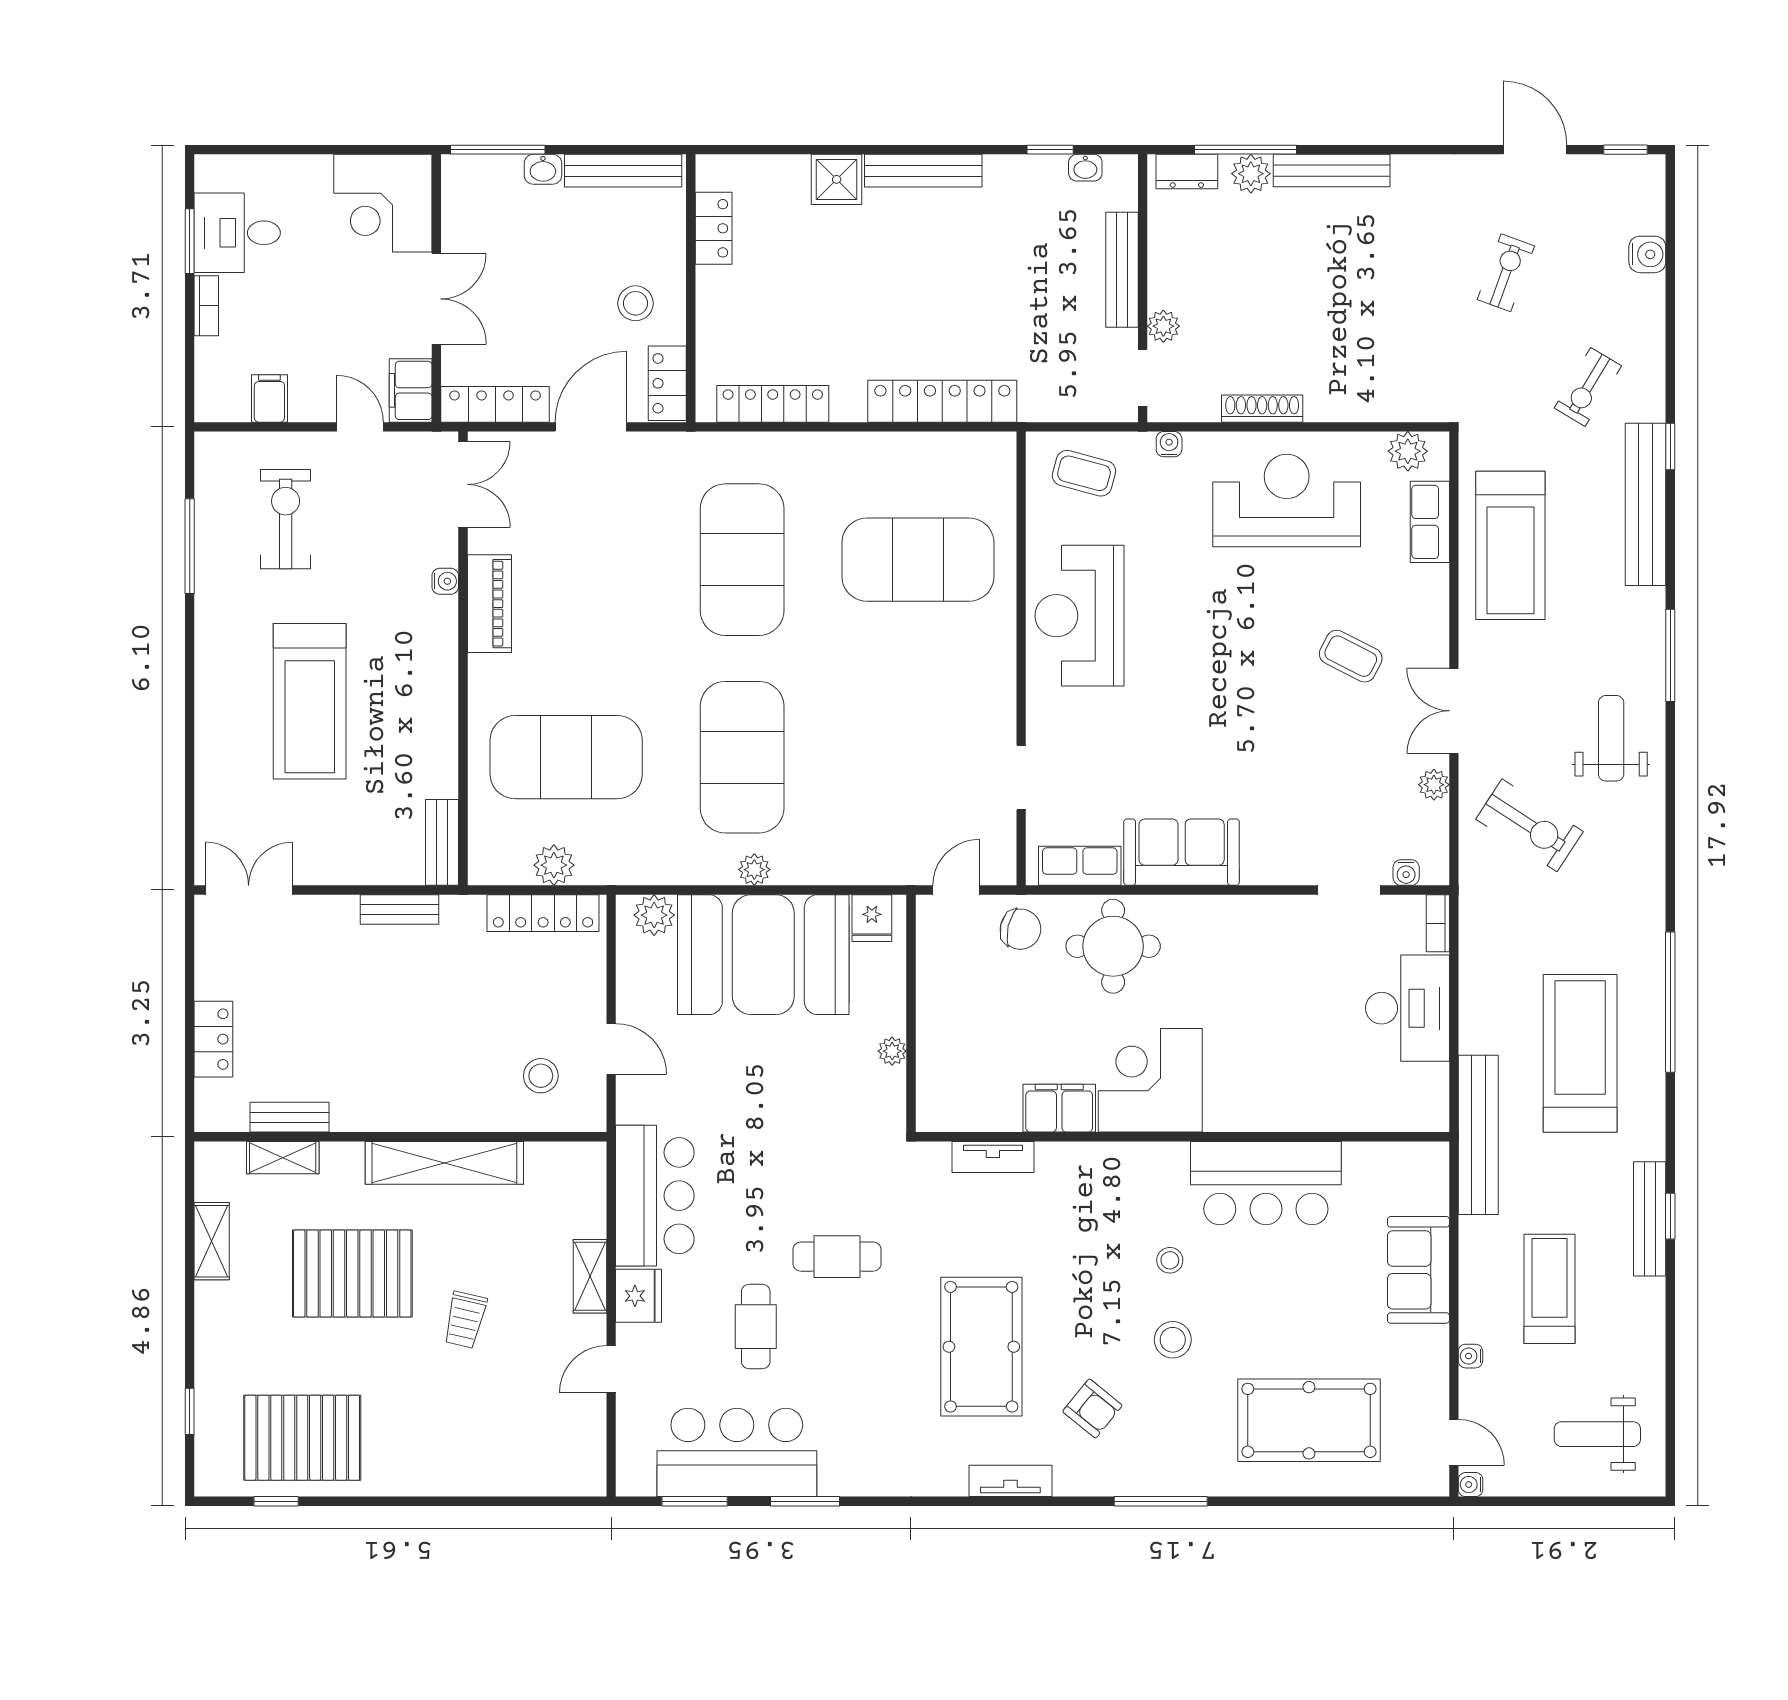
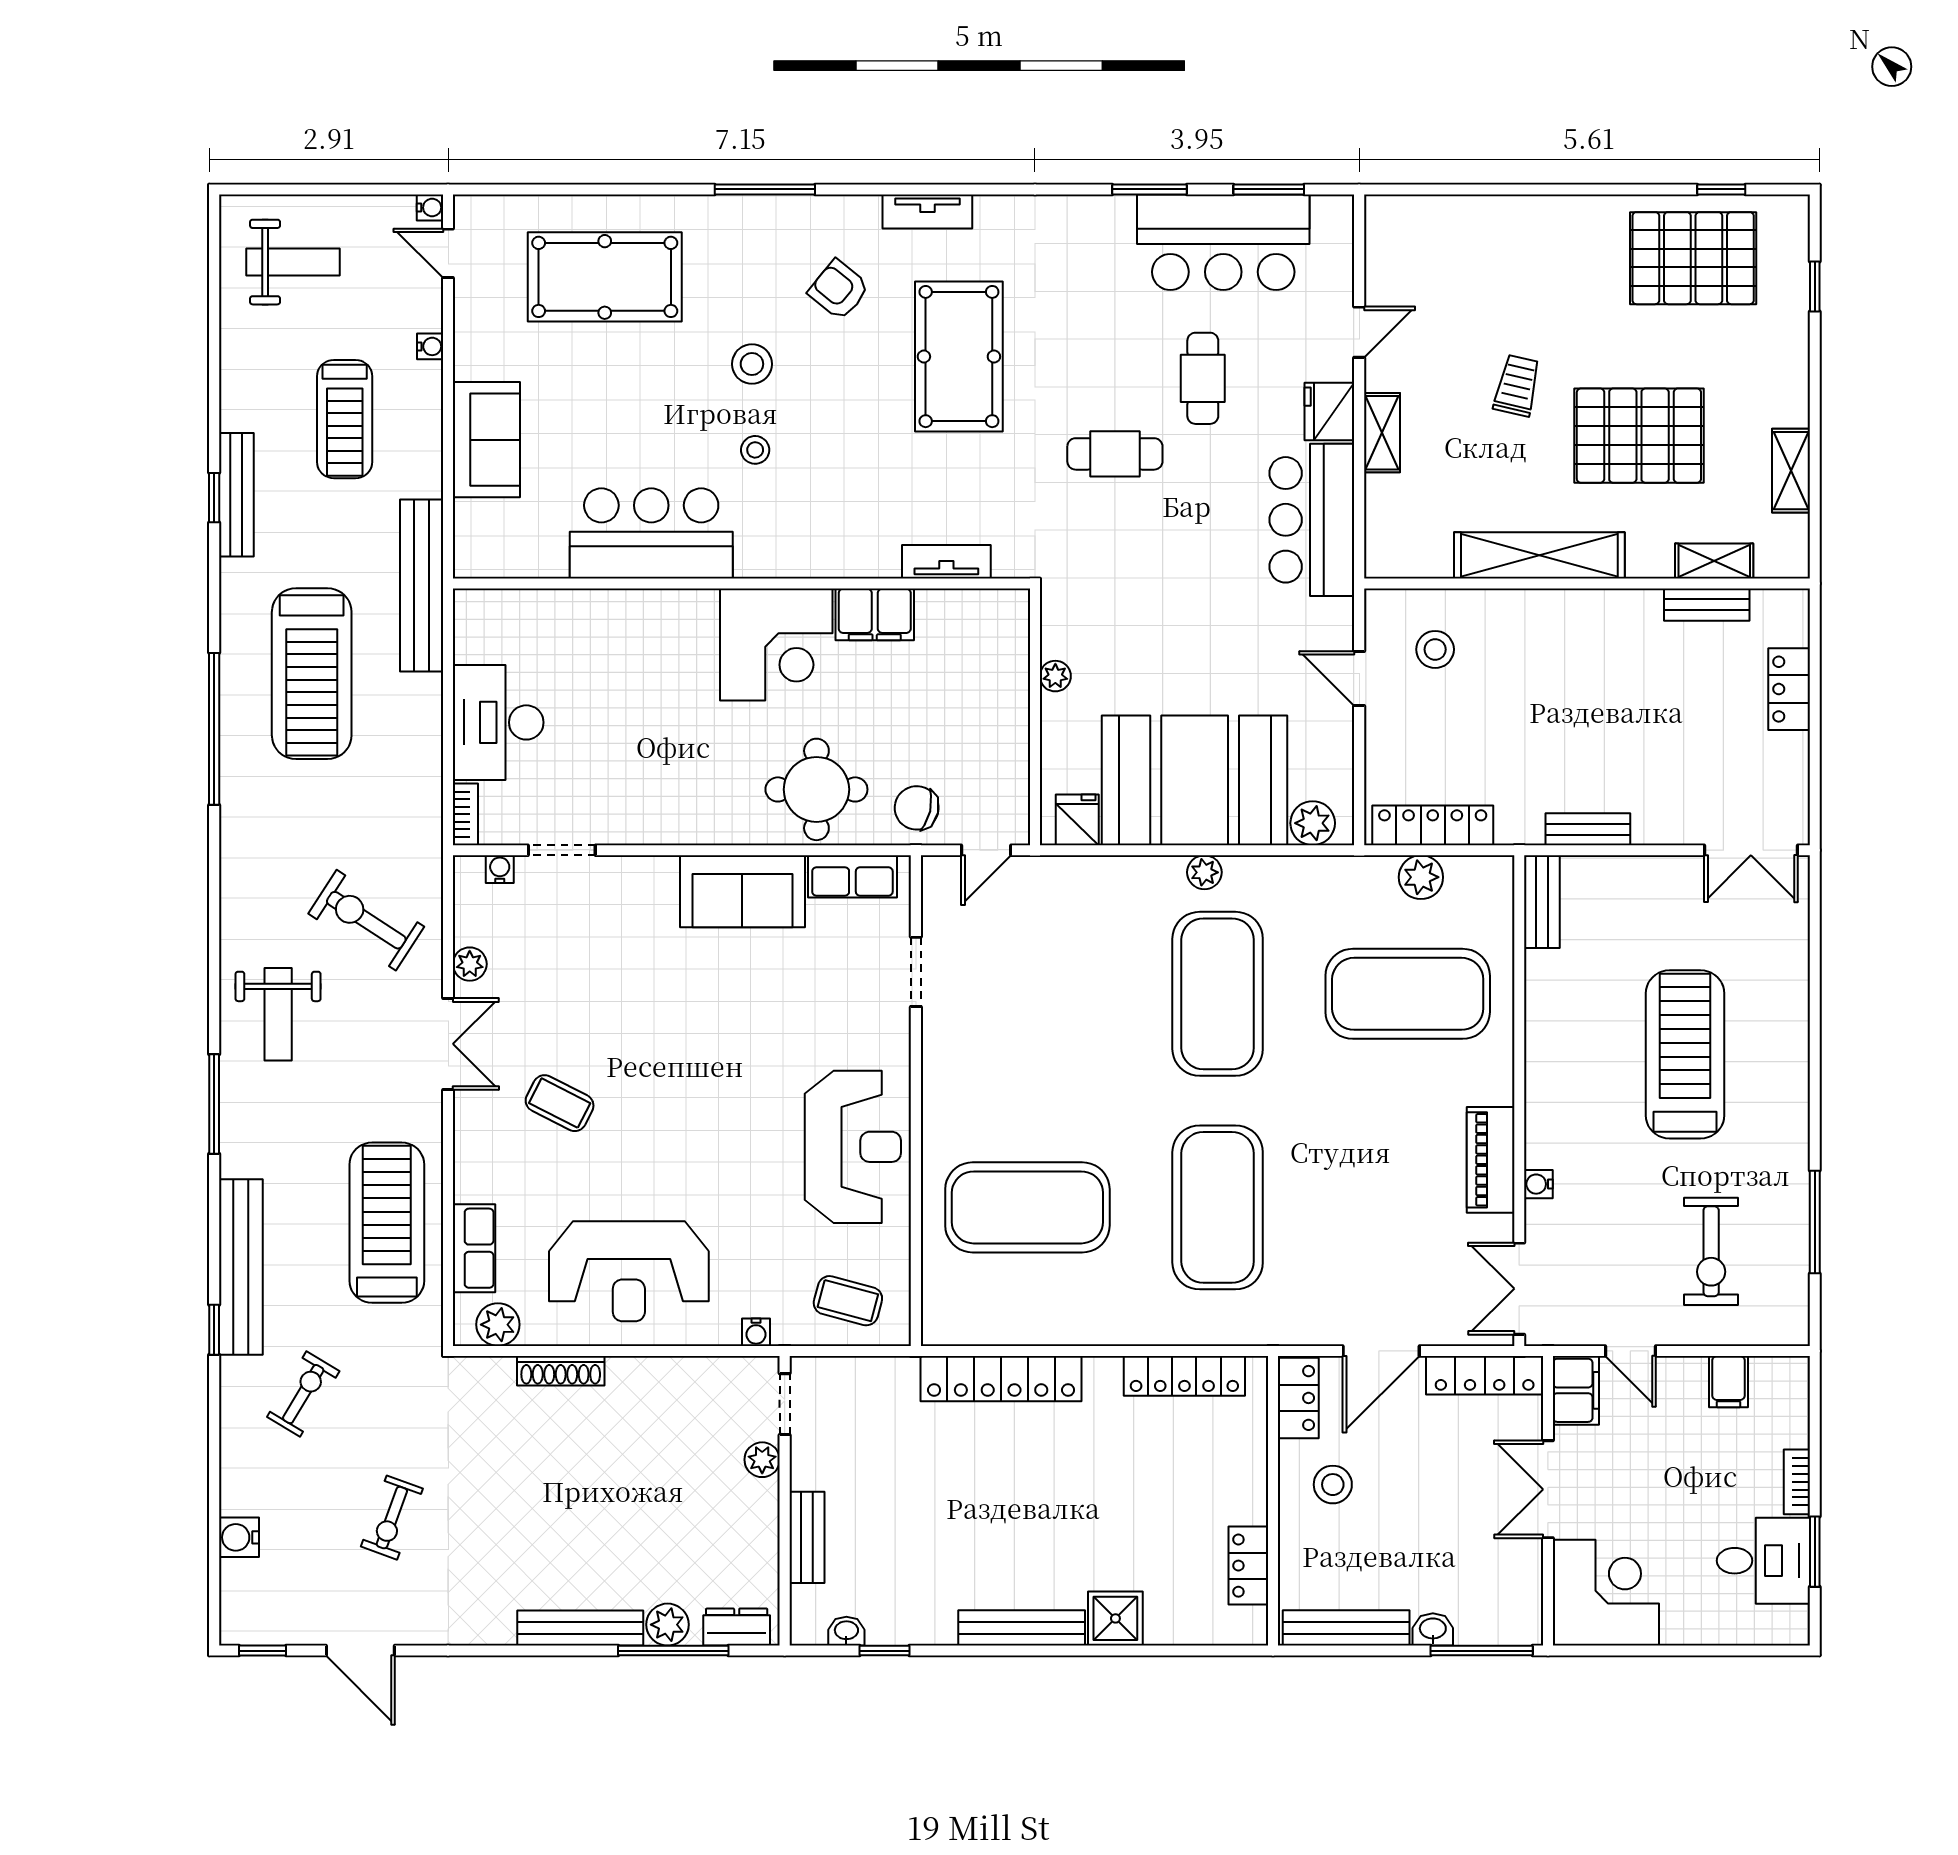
bench: (1122, 270) -> (807, 1537), width x0.73
shoe rack: (1262, 409) -> (561, 1371), moved

